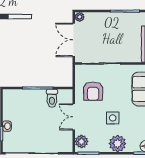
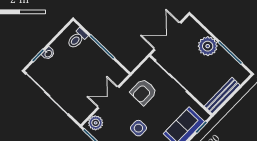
plant: (80, 17) -> (208, 46), moved, width x1.88, depth x1.88
toilet: (52, 98) -> (77, 39), moved

